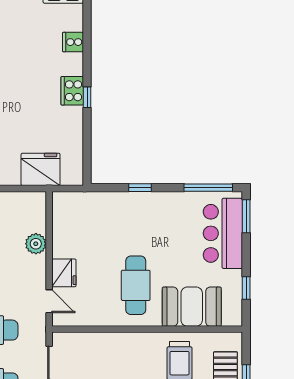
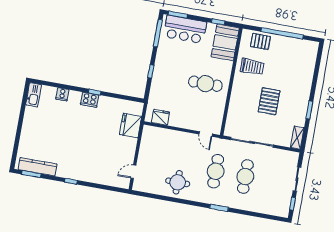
plant: (36, 244) -> (172, 136), removed
fridge: (64, 273) -> (160, 117), moved
door: (49, 301) -> (206, 134), swing flipped
booth: (192, 307) -> (225, 42), moved

